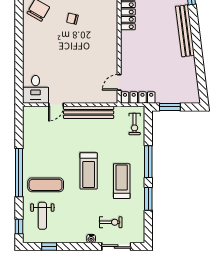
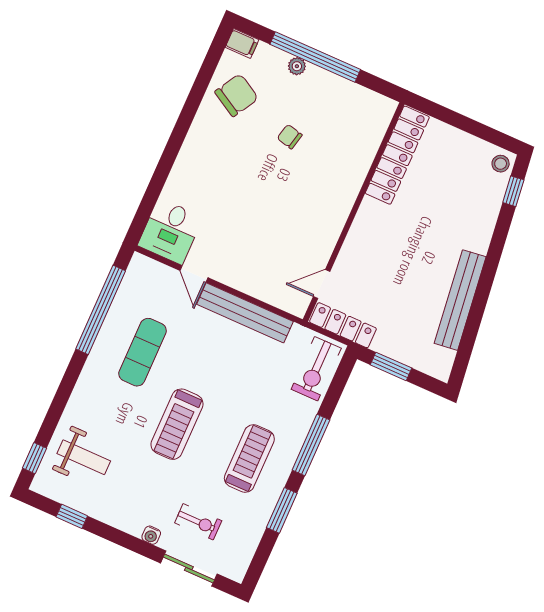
bench: (185, 31) -> (460, 300), moved
door: (56, 105) -> (194, 274), hinge flipped
exercise bike: (135, 124) -> (316, 369), width x1.38, depth x1.39
treadmill: (89, 171) -> (177, 424), moved
window: (19, 173) -> (101, 310), moved
exercise mat: (46, 185) -> (143, 352), moved, turned 90
weight bench: (42, 216) -> (84, 457), turned -90

